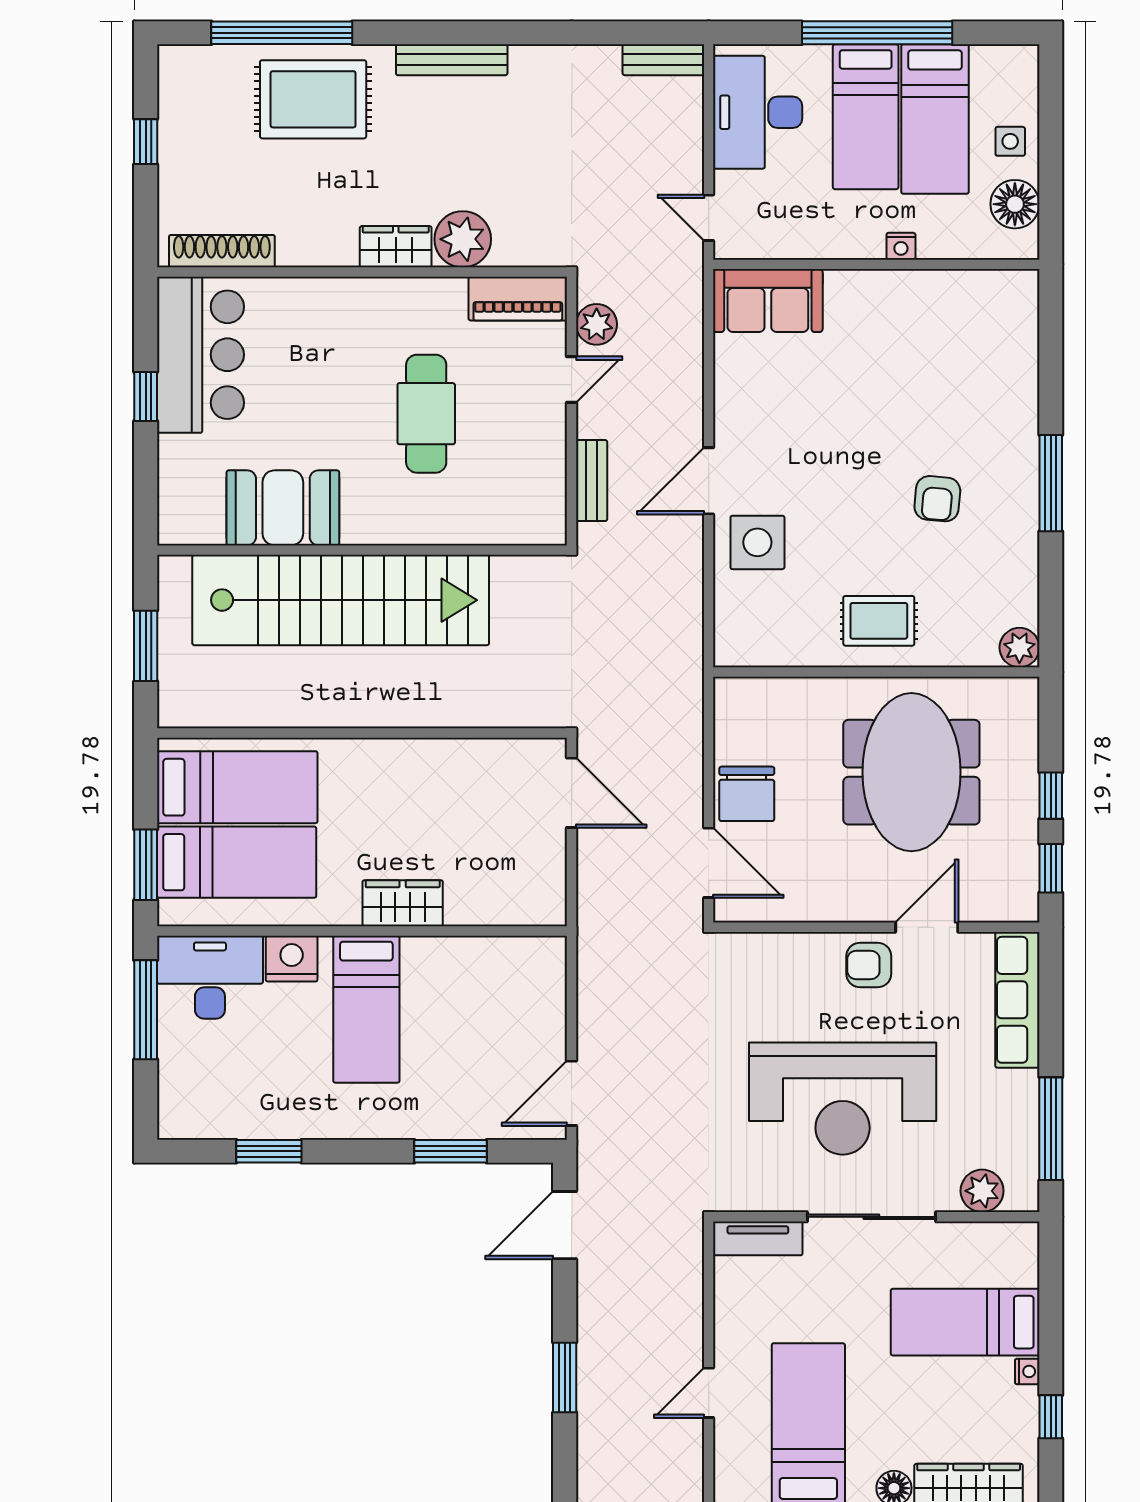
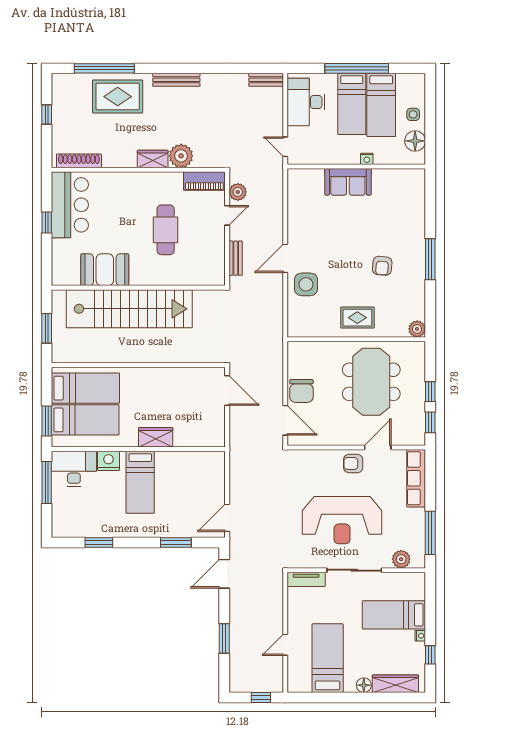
sofa: (768, 301) -> (348, 182), moved

